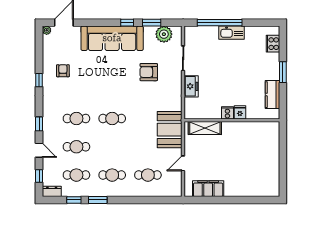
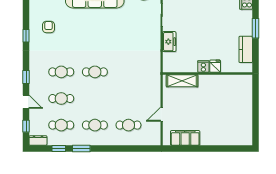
armchair: (149, 72) -> (129, 28), removed
booth: (170, 130) -> (149, 82), removed

